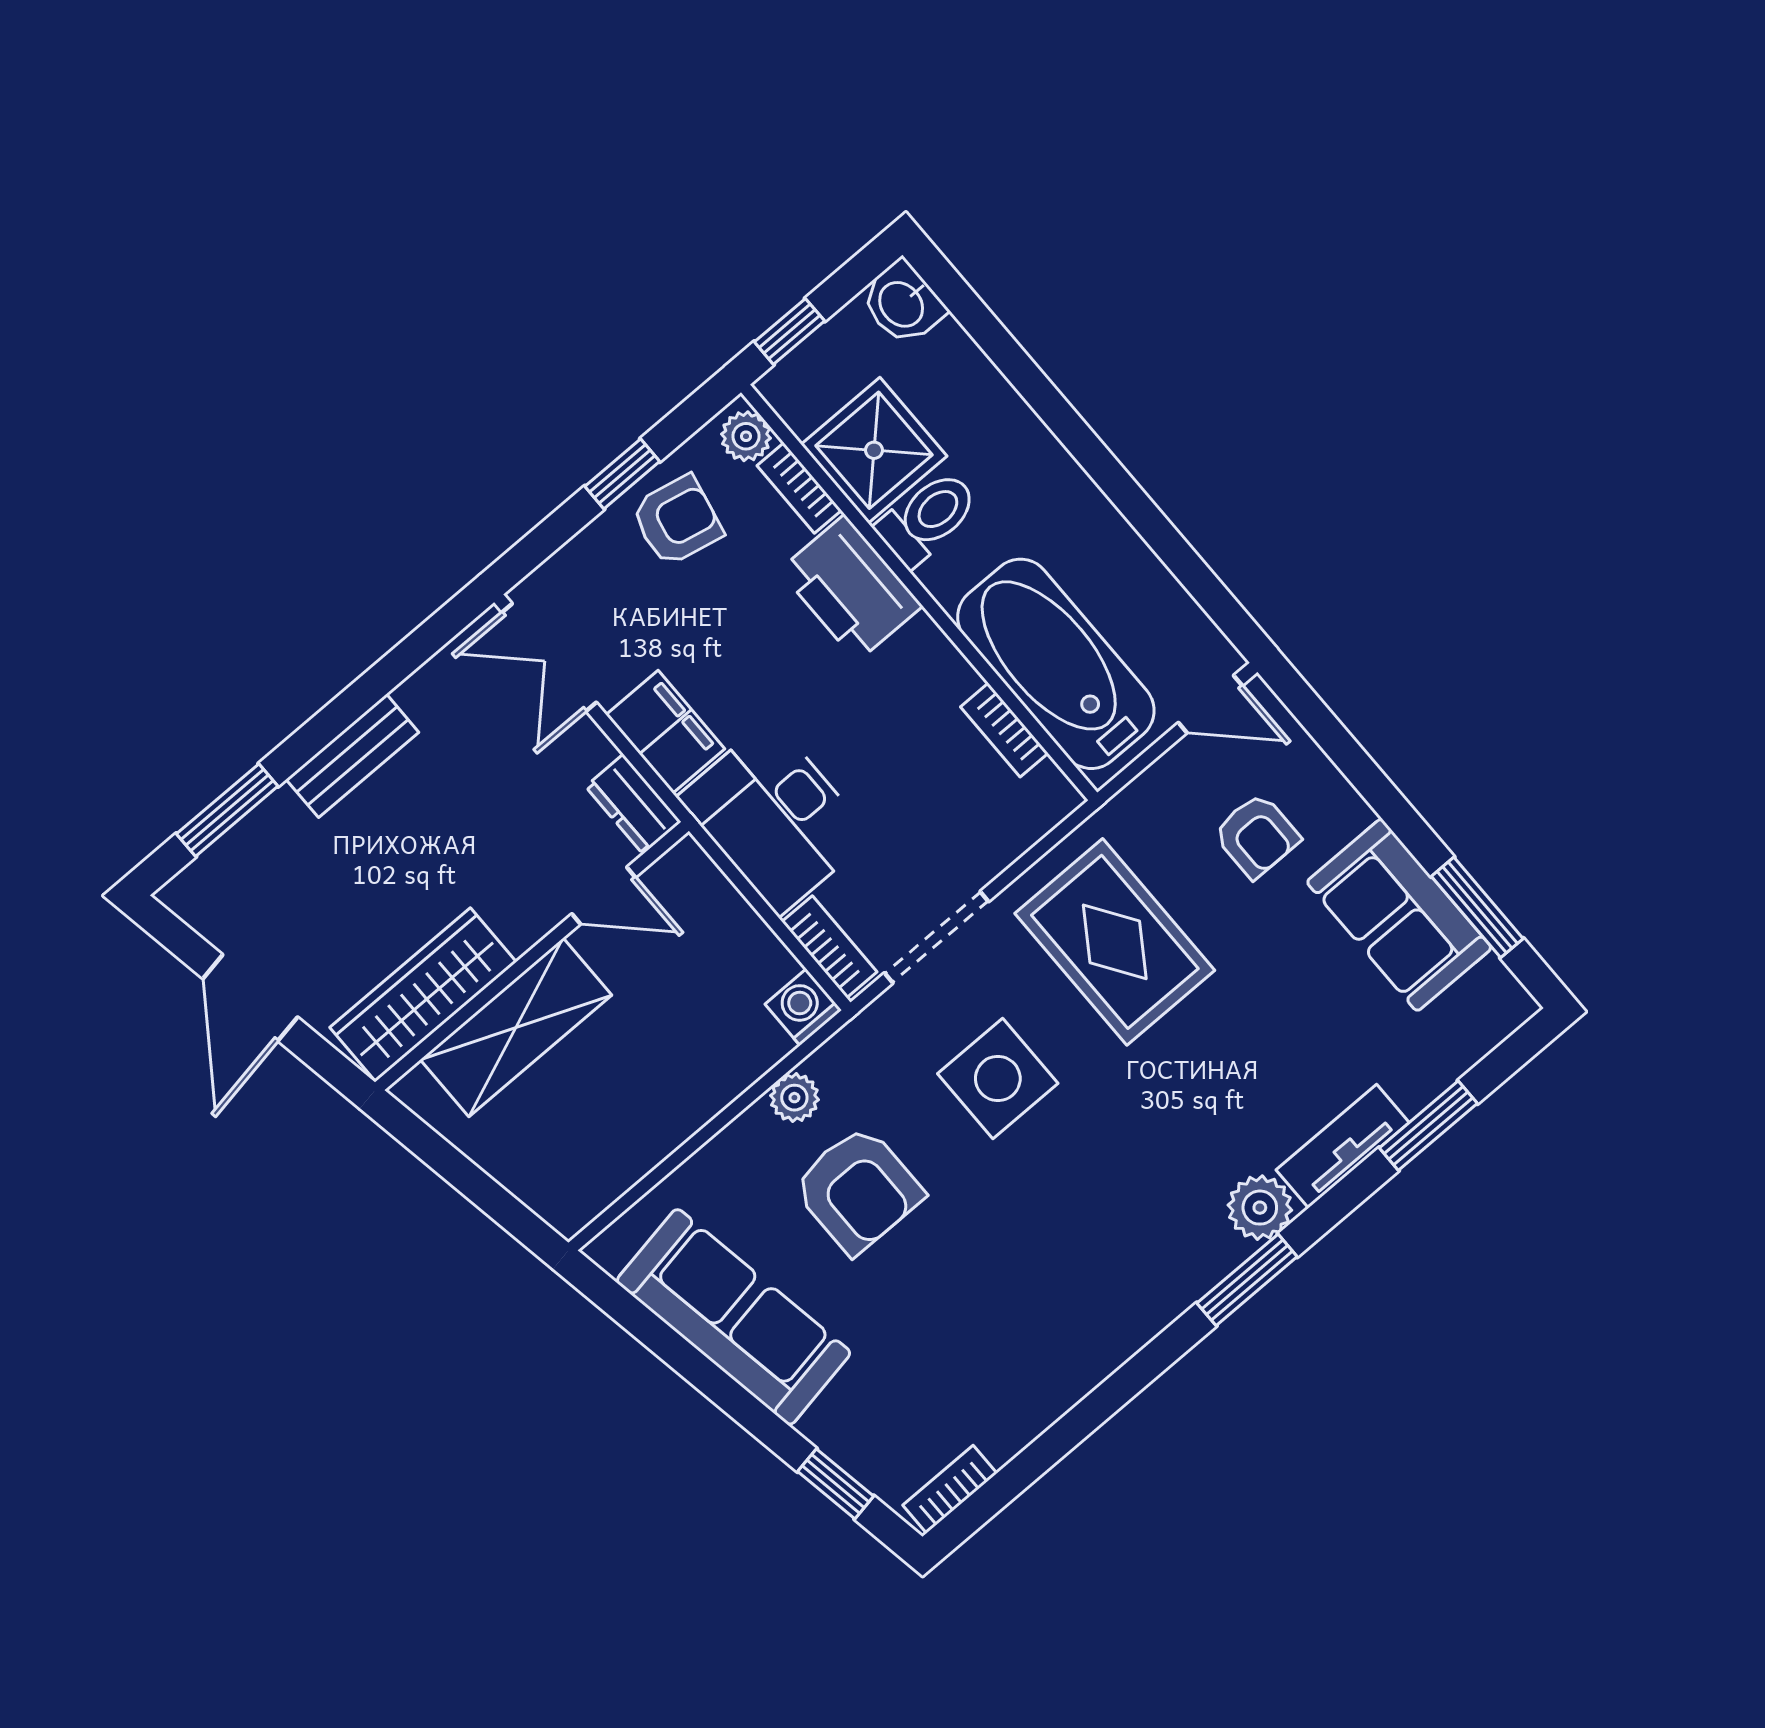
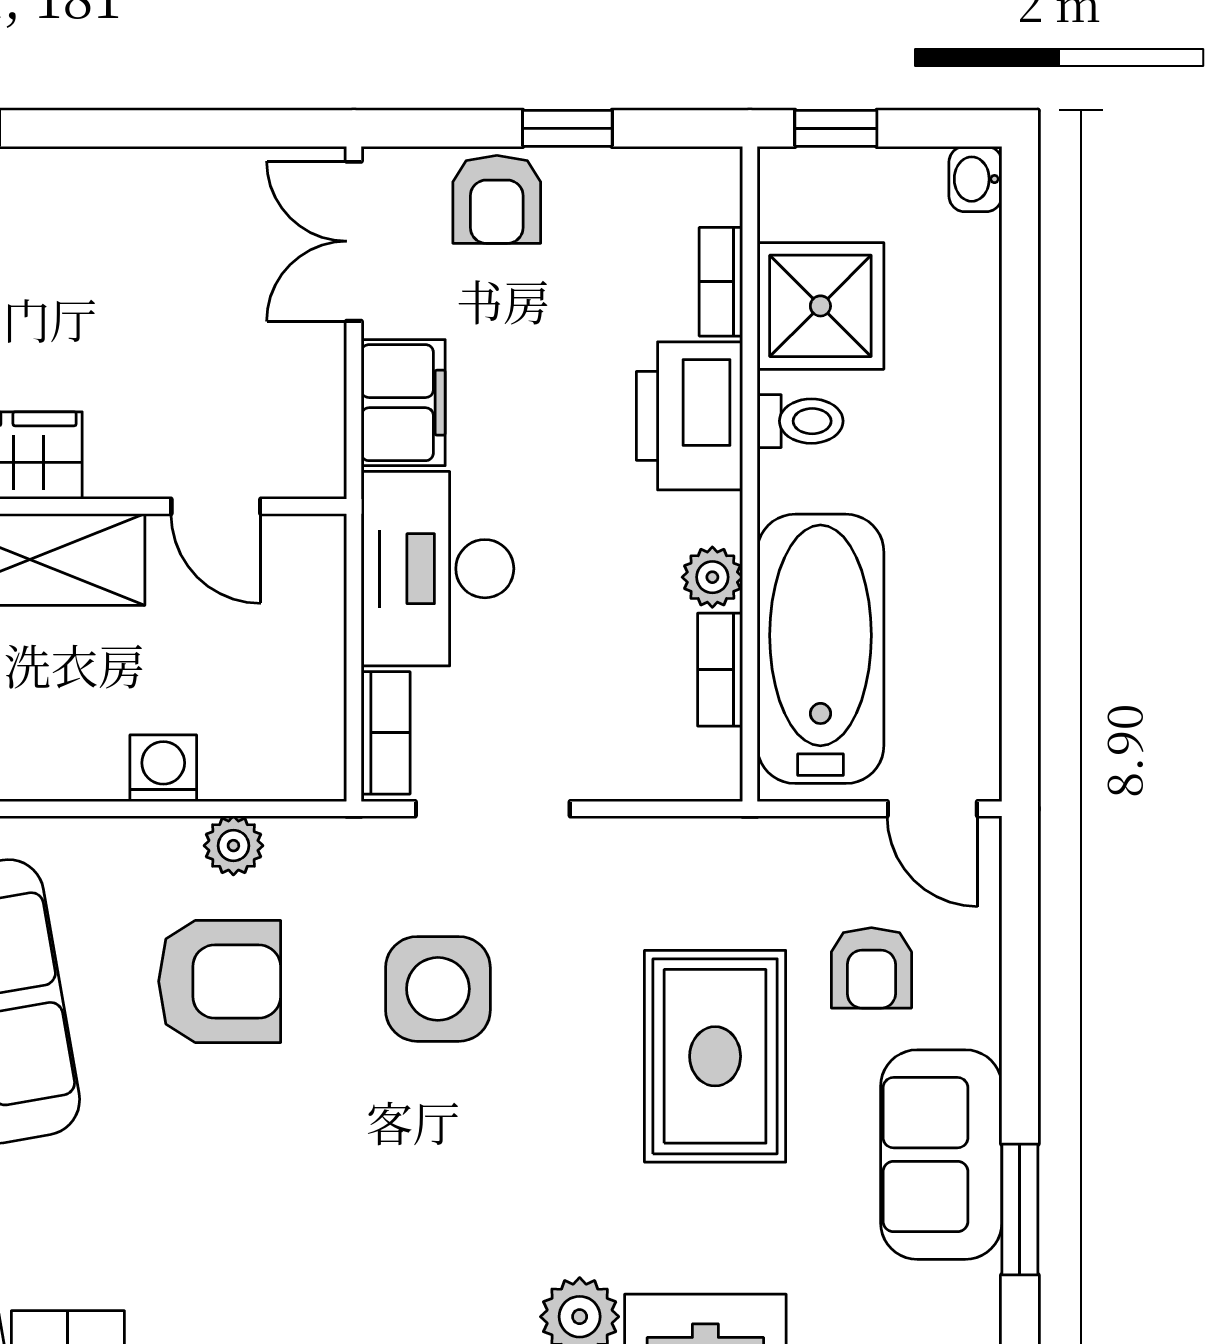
washbasin: (903, 303) -> (975, 179), width x0.72, depth x0.69
plant: (746, 436) -> (712, 577), moved
toilet: (928, 518) -> (800, 421), width x0.73, depth x0.72
armchair: (677, 521) -> (497, 199), moved, turned 78
bench: (352, 756) -> (93, 177), removed
dresser: (633, 804) -> (316, 445), removed
rug: (1115, 942) -> (715, 1056), moved
washing machine: (803, 1007) -> (163, 768), moved
armchair: (858, 1190) -> (220, 981), turned -90

